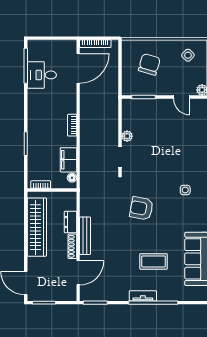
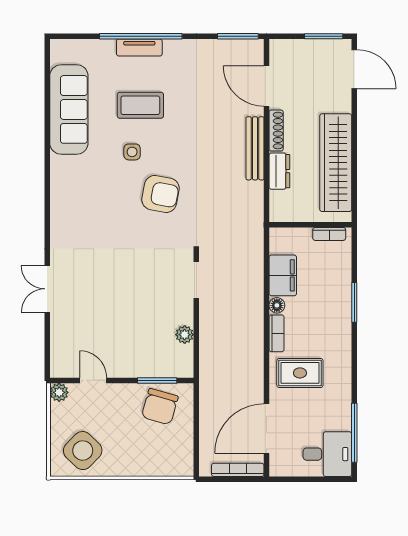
side table: (188, 55) -> (83, 451), width x1.87, depth x1.87
chair: (149, 64) -> (160, 407), moved
desk: (42, 75) -> (327, 454), moved
rug: (58, 102) -> (300, 373), added
plant: (127, 136) -> (185, 335), moved
floor lamp: (72, 178) -> (277, 305), moved
side table: (185, 190) -> (132, 152), moved
door: (78, 273) -> (266, 86), hinge flipped
tv unit: (143, 296) -> (139, 48), moved

